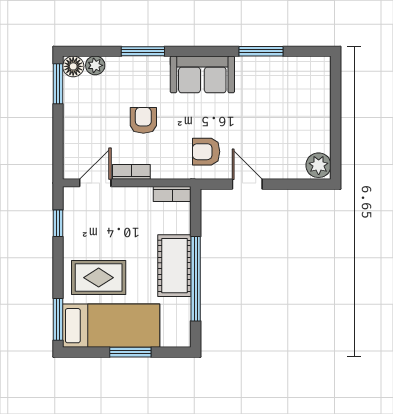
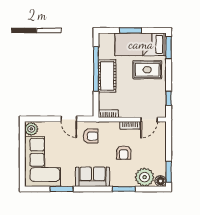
plant: (95, 65) -> (145, 177), width x1.88, depth x1.88
corner sofa: (297, 103) -> (43, 161), added

